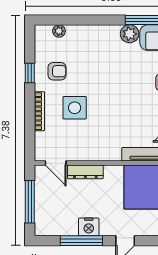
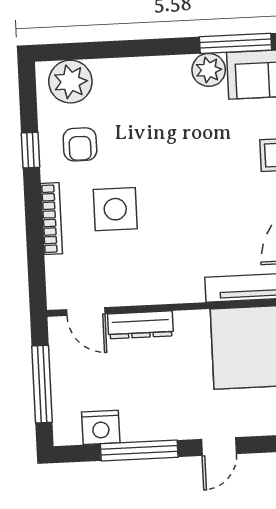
plant: (59, 31) -> (70, 82), width x1.87, depth x1.87
armchair: (57, 71) -> (80, 144), turned 90
nightstand: (89, 227) -> (101, 427), moved

